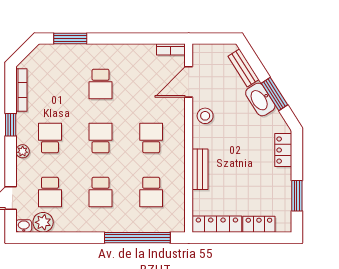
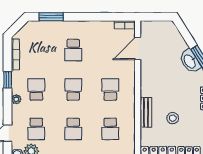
bench: (243, 68) -> (178, 38), removed
stool: (205, 116) -> (173, 118), moved

